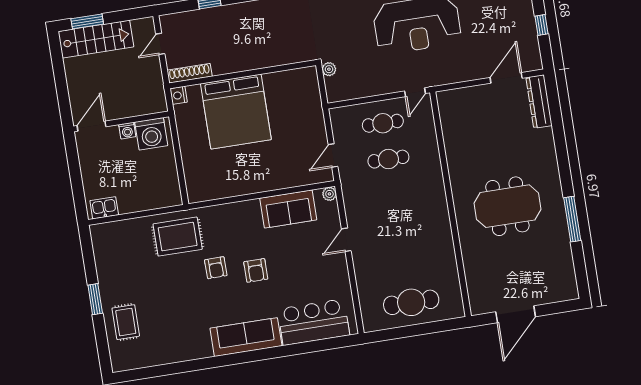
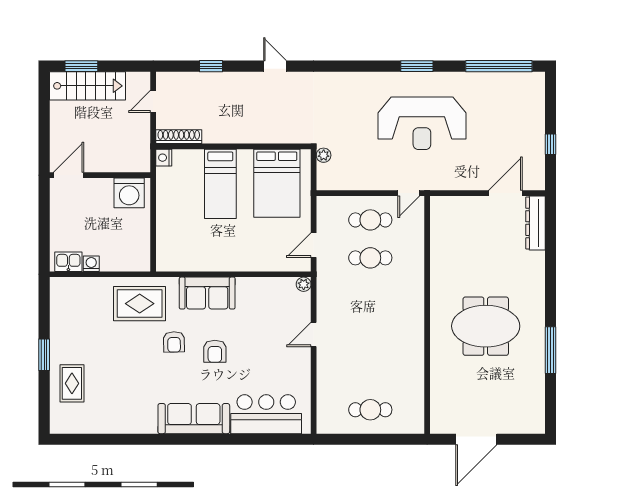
bed: (289, 103) -> (277, 183), added
bed: (236, 112) -> (220, 184), width x0.49
washing machine: (127, 131) -> (91, 264), moved, turned 180
sofa: (288, 209) -> (207, 293), moved
cafe table: (411, 302) -> (370, 410), width x0.73, depth x0.74

